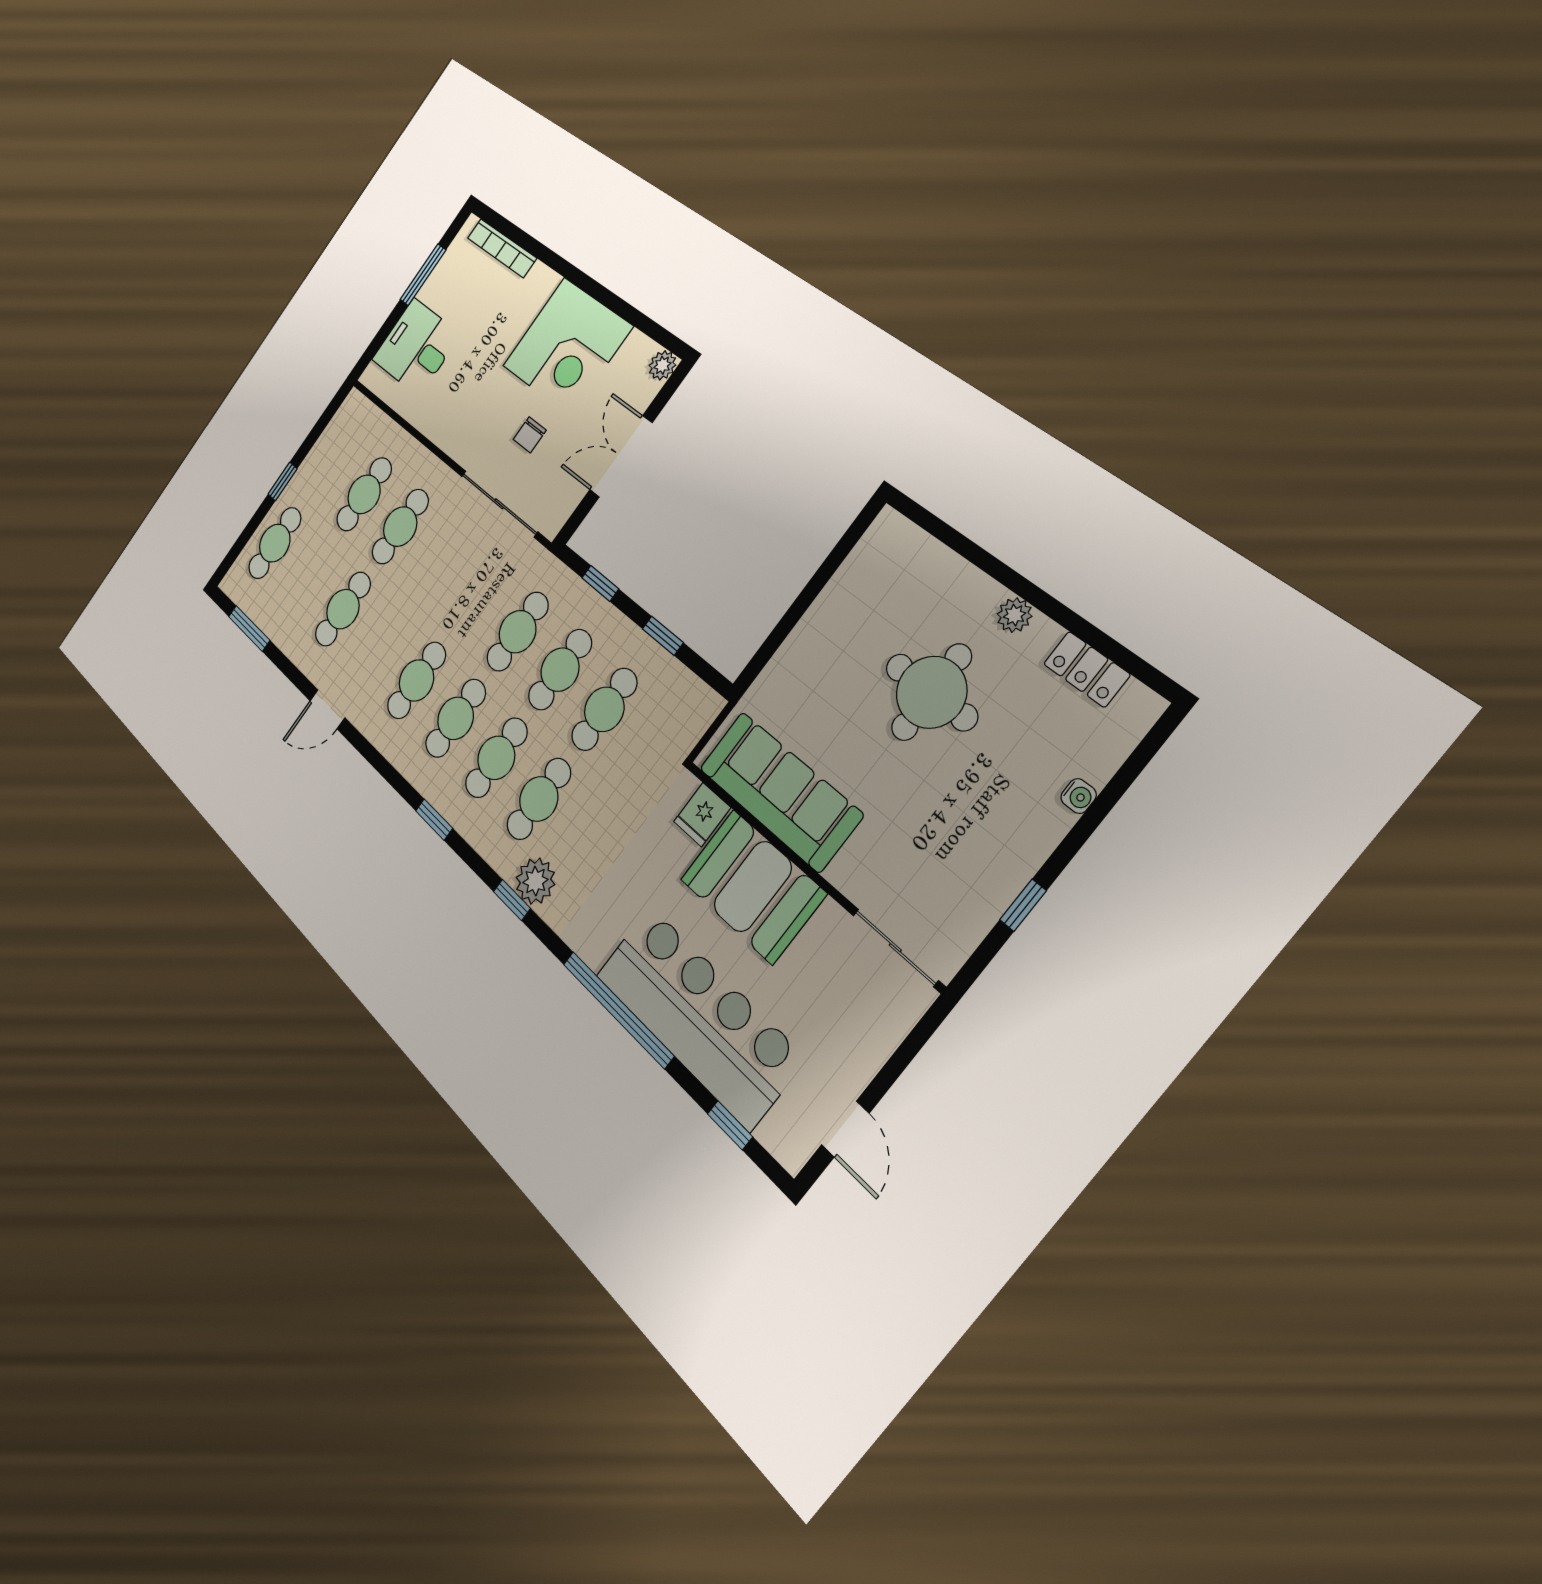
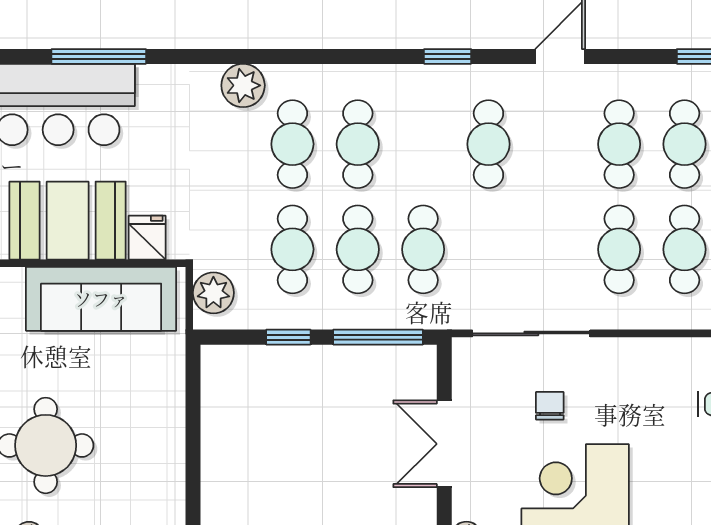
double door: (621, 456) -> (444, 444), swing flipped
window: (600, 583) -> (378, 337), width x2.17
cafe table: (456, 718) -> (685, 144), moved
plant: (689, 721) -> (213, 293), added
window: (434, 820) -> (448, 56), moved
window: (512, 900) -> (251, 56), removed
window: (618, 1009) -> (99, 56), width x0.68

